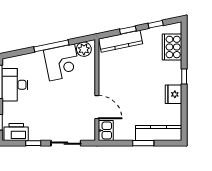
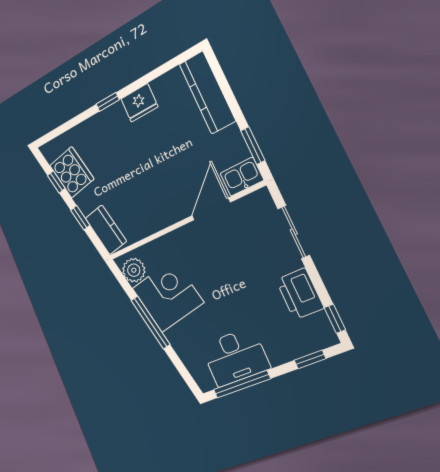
kitchen counter: (121, 41) -> (106, 230), width x0.67
cooker: (172, 47) -> (72, 172), moved, turned -102
printer: (16, 132) -> (300, 294), moved
window: (33, 143) -> (335, 319), moved
window: (143, 143) -> (253, 146), moved

